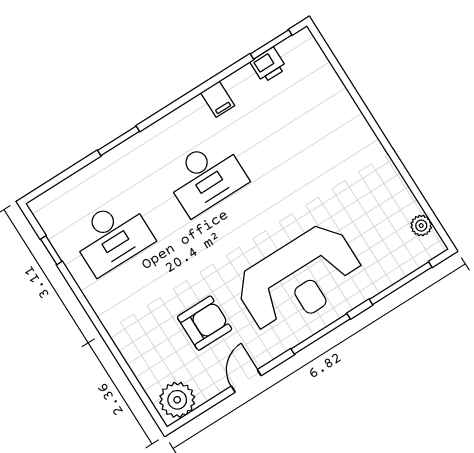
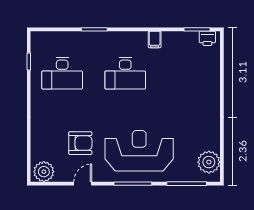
printer: (268, 65) -> (207, 38), moved
plant: (421, 226) -> (209, 162), width x1.87, depth x1.87
reception desk: (299, 279) -> (139, 151), turned 180

